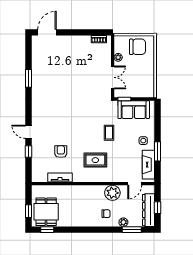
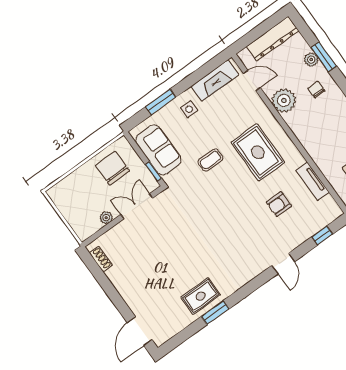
door: (47, 32) -> (140, 331), hinge flipped
chair: (137, 47) -> (112, 168), moved
rug: (42, 77) -> (201, 296), added
window: (158, 151) -> (161, 102), moved
window: (28, 152) -> (322, 235), moved
rug: (95, 160) -> (258, 152), width x1.36, depth x1.43
window: (158, 208) -> (261, 29), removed
window: (132, 230) -> (324, 57), moved

